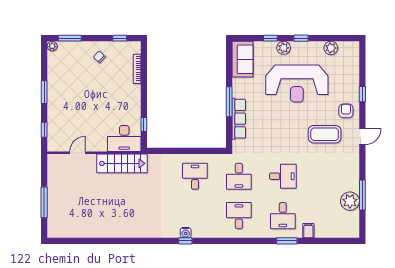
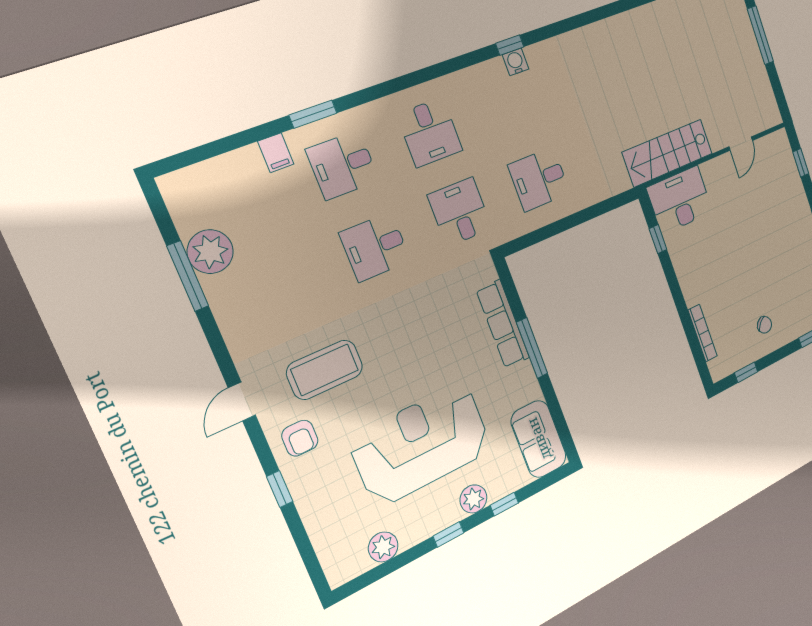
desk: (195, 176) -> (539, 179), turned 90
desk: (283, 216) -> (343, 165), turned -90

